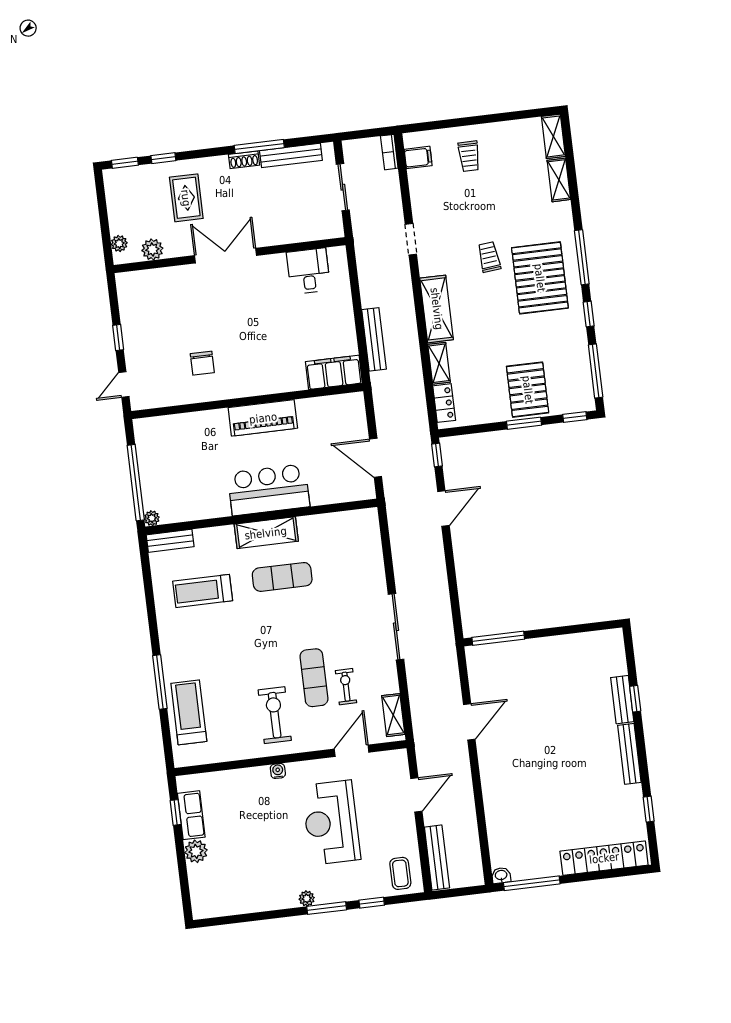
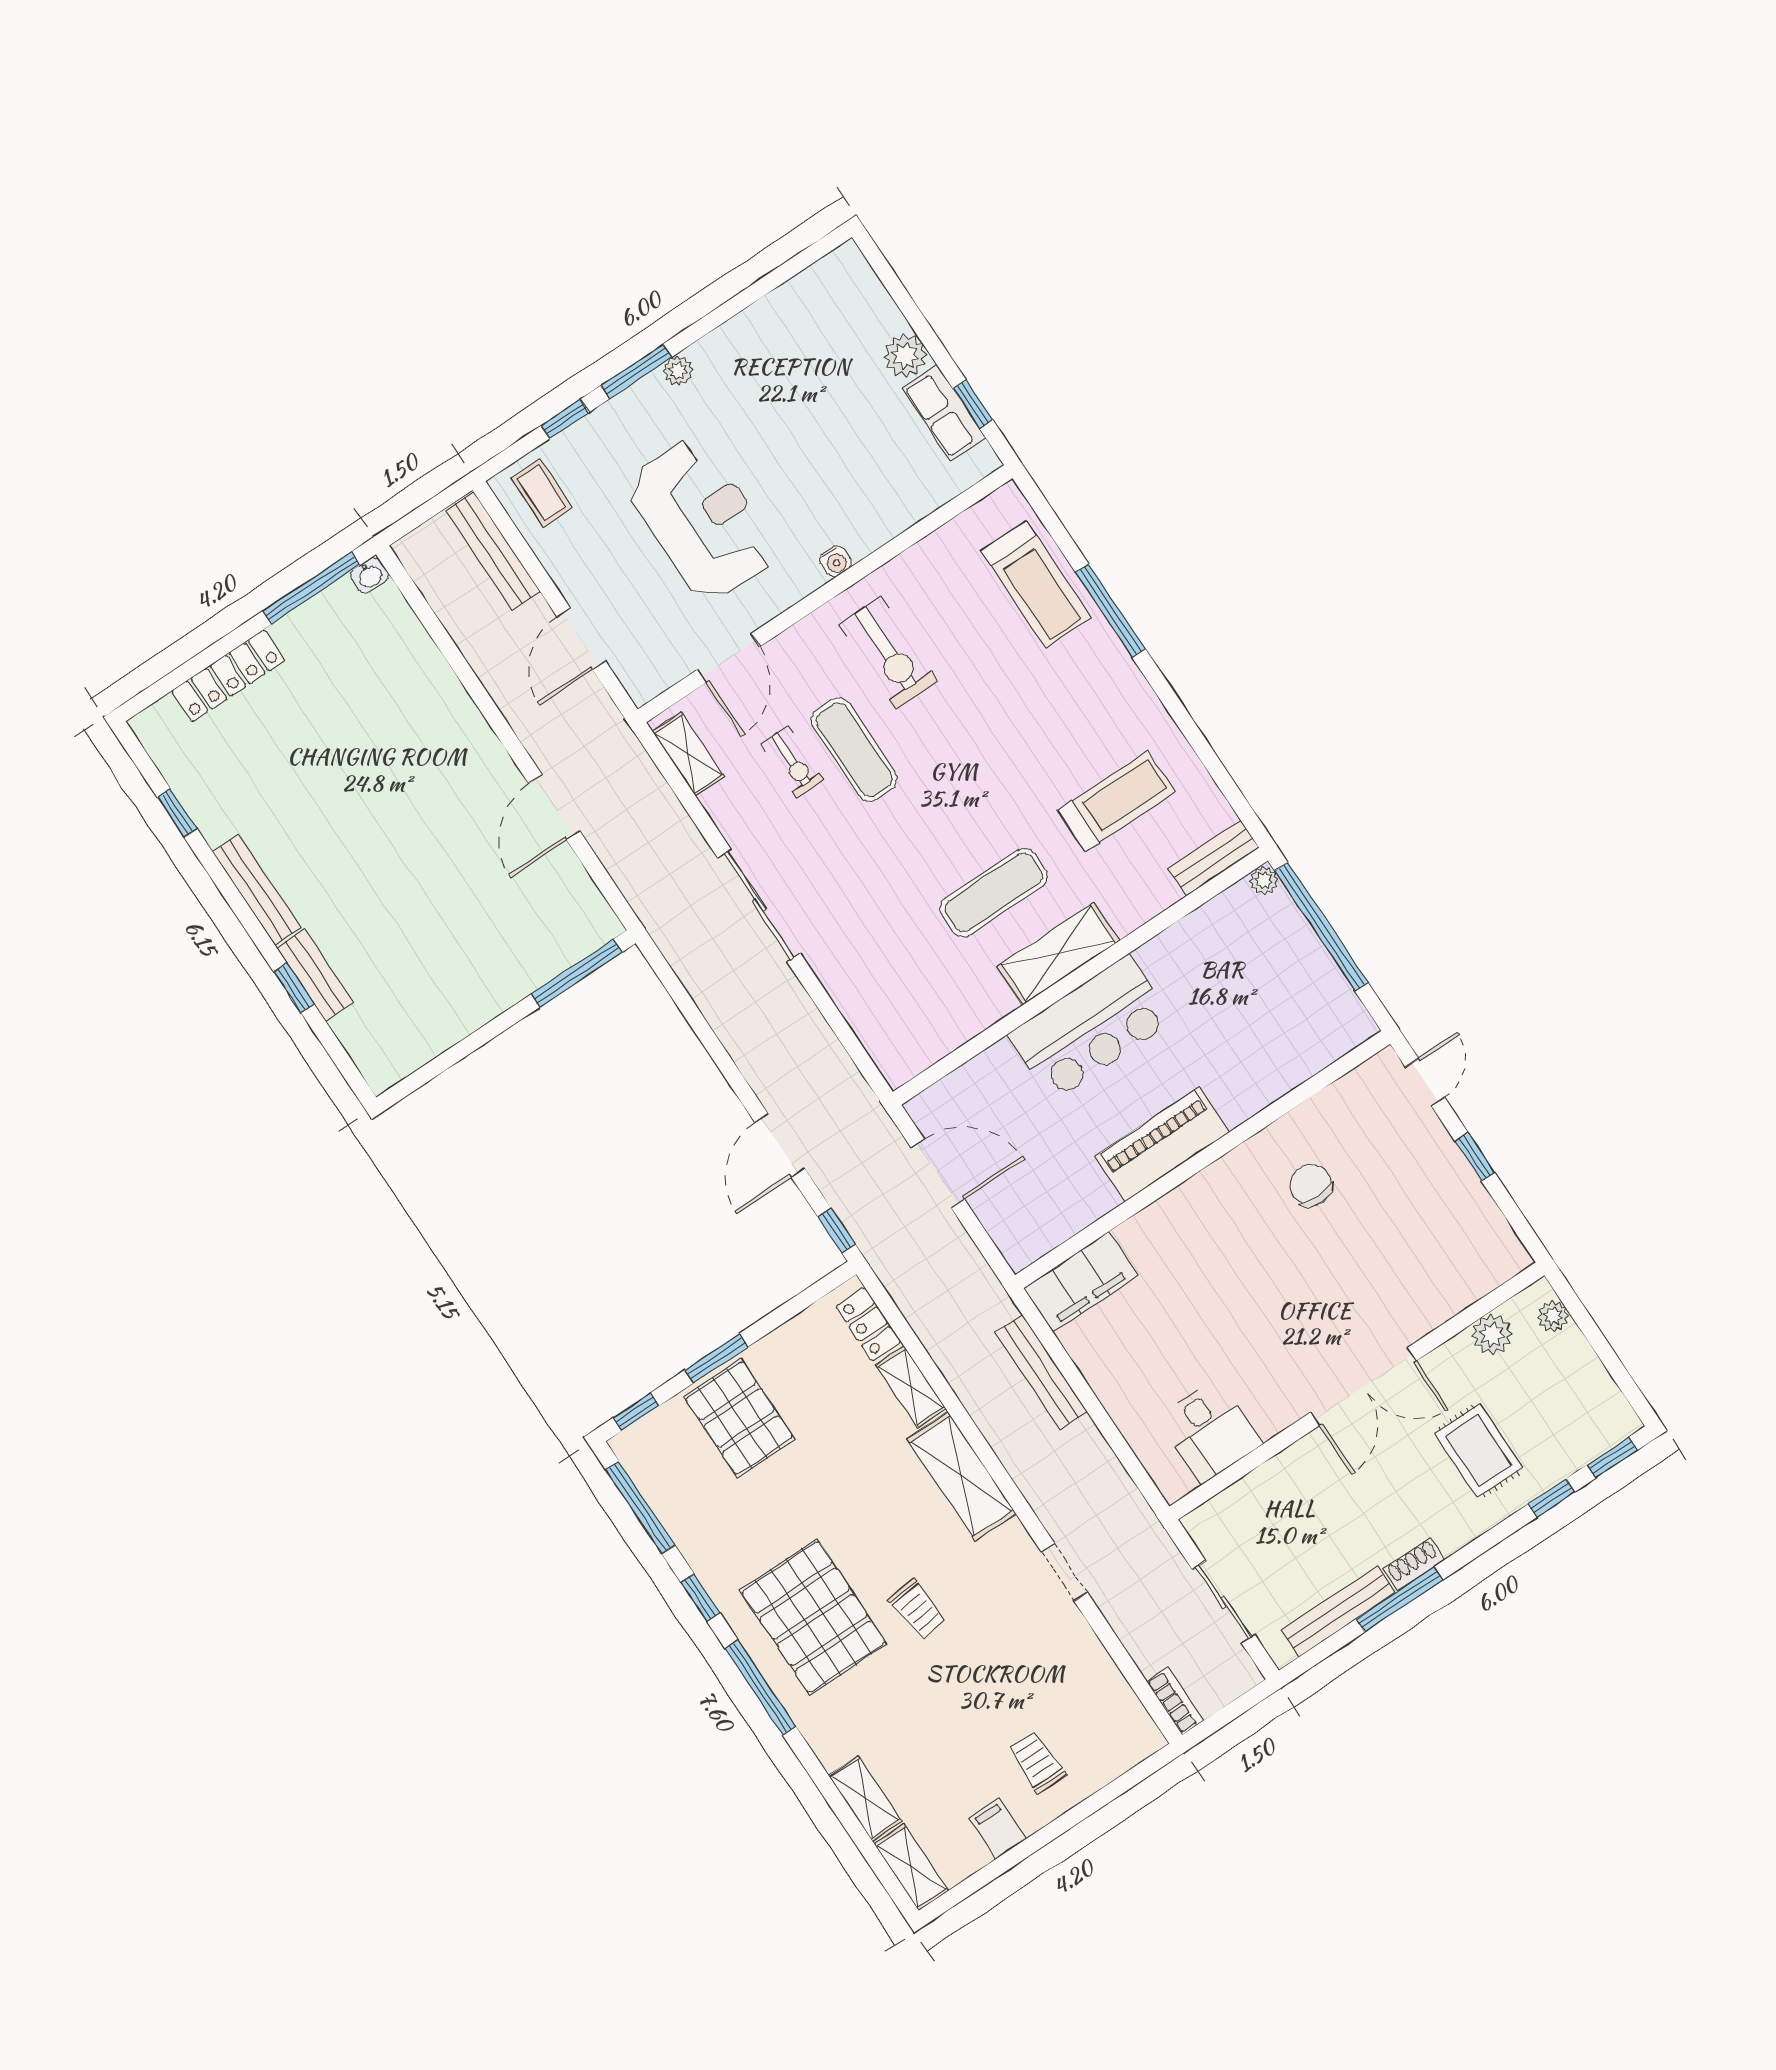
filing cabinet: (418, 157) -> (998, 1829), moved, turned 90
locker: (604, 858) -> (228, 676), width x0.71, depth x0.83

